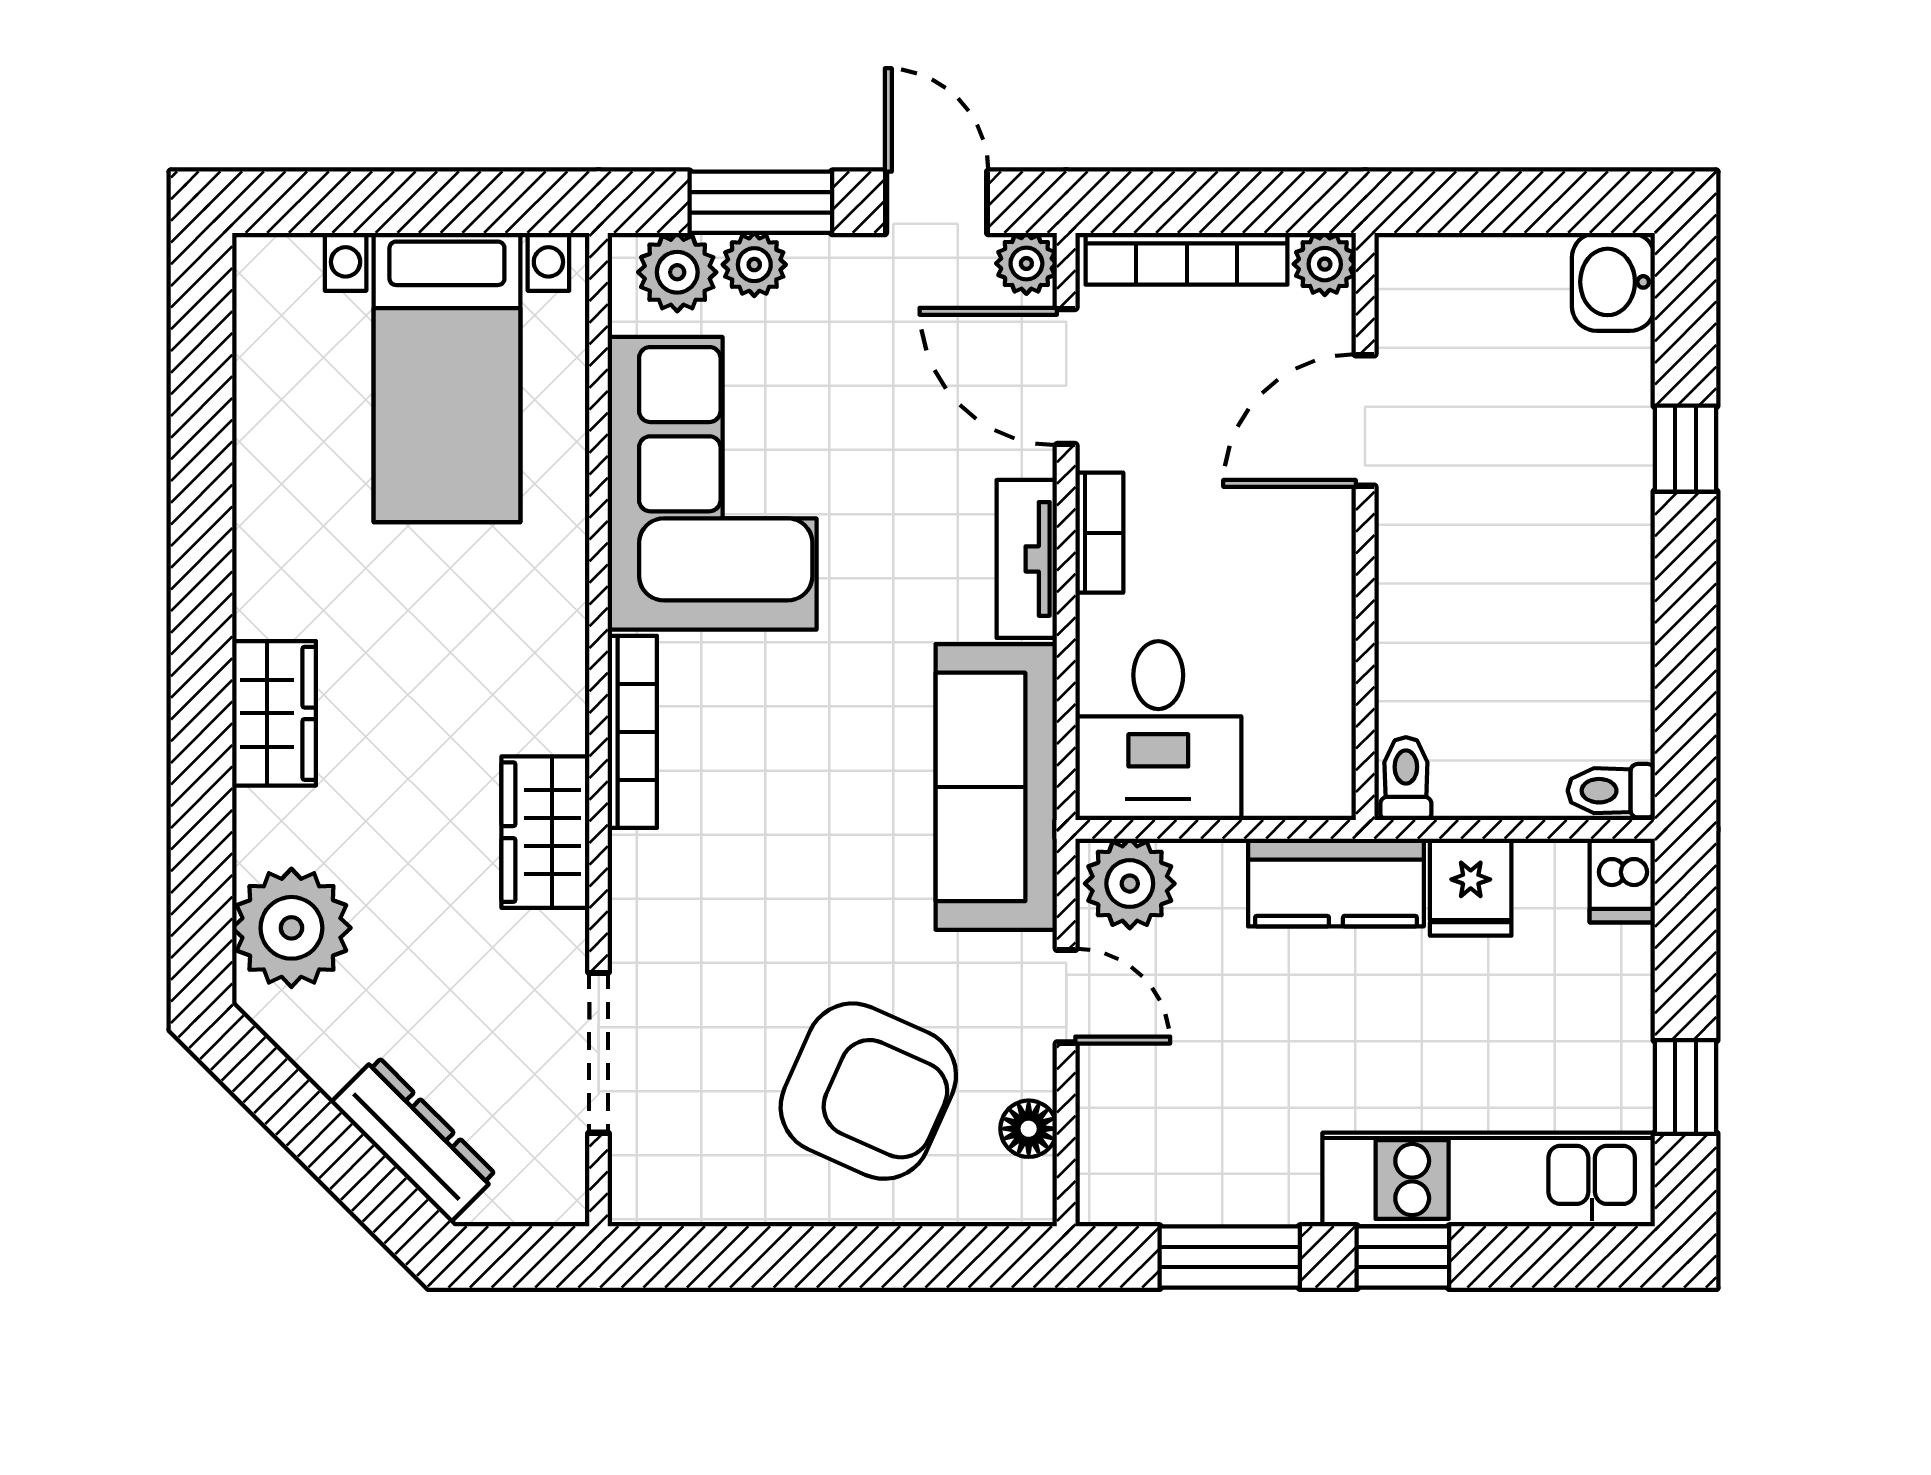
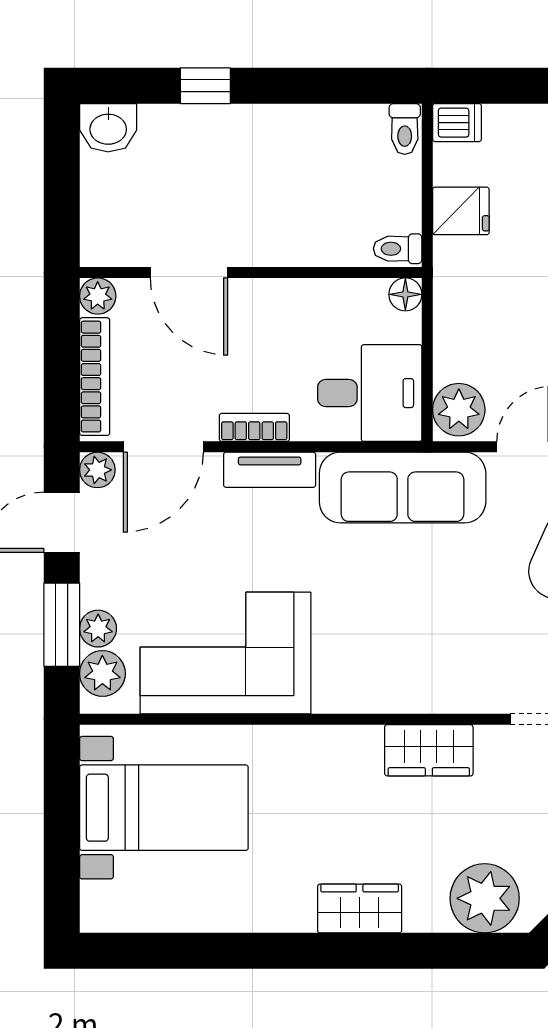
bookcase: (632, 732) -> (370, 700), removed
floor lamp: (1328, 792) -> (405, 294), added
kitchen counter: (1336, 882) -> (458, 289), removed

